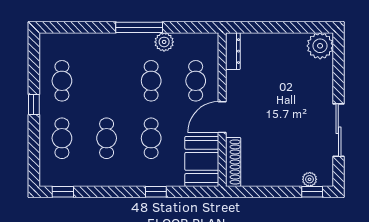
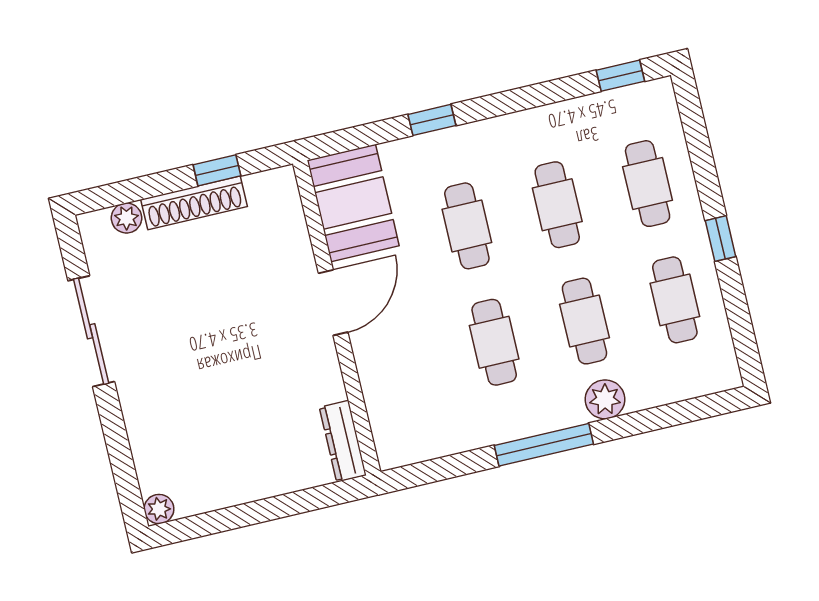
plant: (164, 42) -> (605, 399), moved
plant: (320, 46) -> (159, 509), width x0.53, depth x0.53
cafe table: (196, 81) -> (584, 321), moved
shoe rack: (233, 162) -> (194, 203), moved, turned -90
window: (312, 192) -> (217, 170), moved

